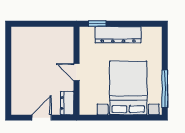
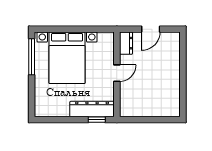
dresser: (118, 35) -> (92, 109), moved
door: (77, 72) -> (117, 73), hinge flipped

